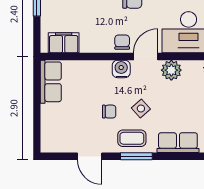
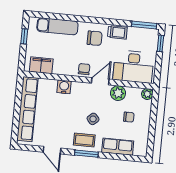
water cooler: (121, 69) -> (64, 87), moved
row of seats: (51, 82) -> (27, 109), width x2.02
chair: (109, 112) -> (129, 117), moved

